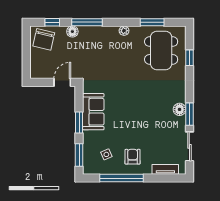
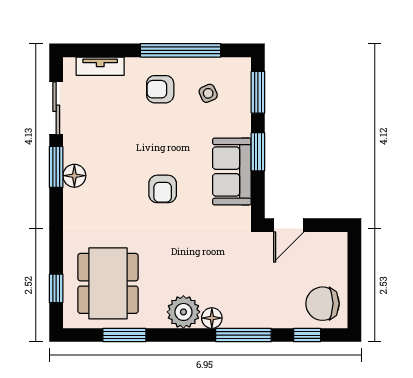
plant: (124, 31) -> (183, 312), width x1.87, depth x1.87
floor lamp: (72, 32) -> (212, 318), moved
chair: (44, 39) -> (323, 304), turned -103
window: (189, 58) -> (56, 288), moved
armchair: (131, 102) -> (163, 189), added
armchair: (133, 157) -> (160, 89), turned 90

